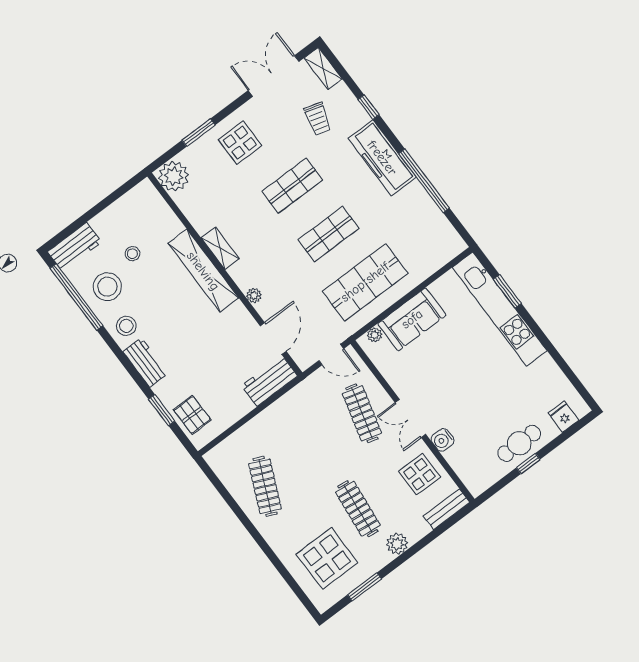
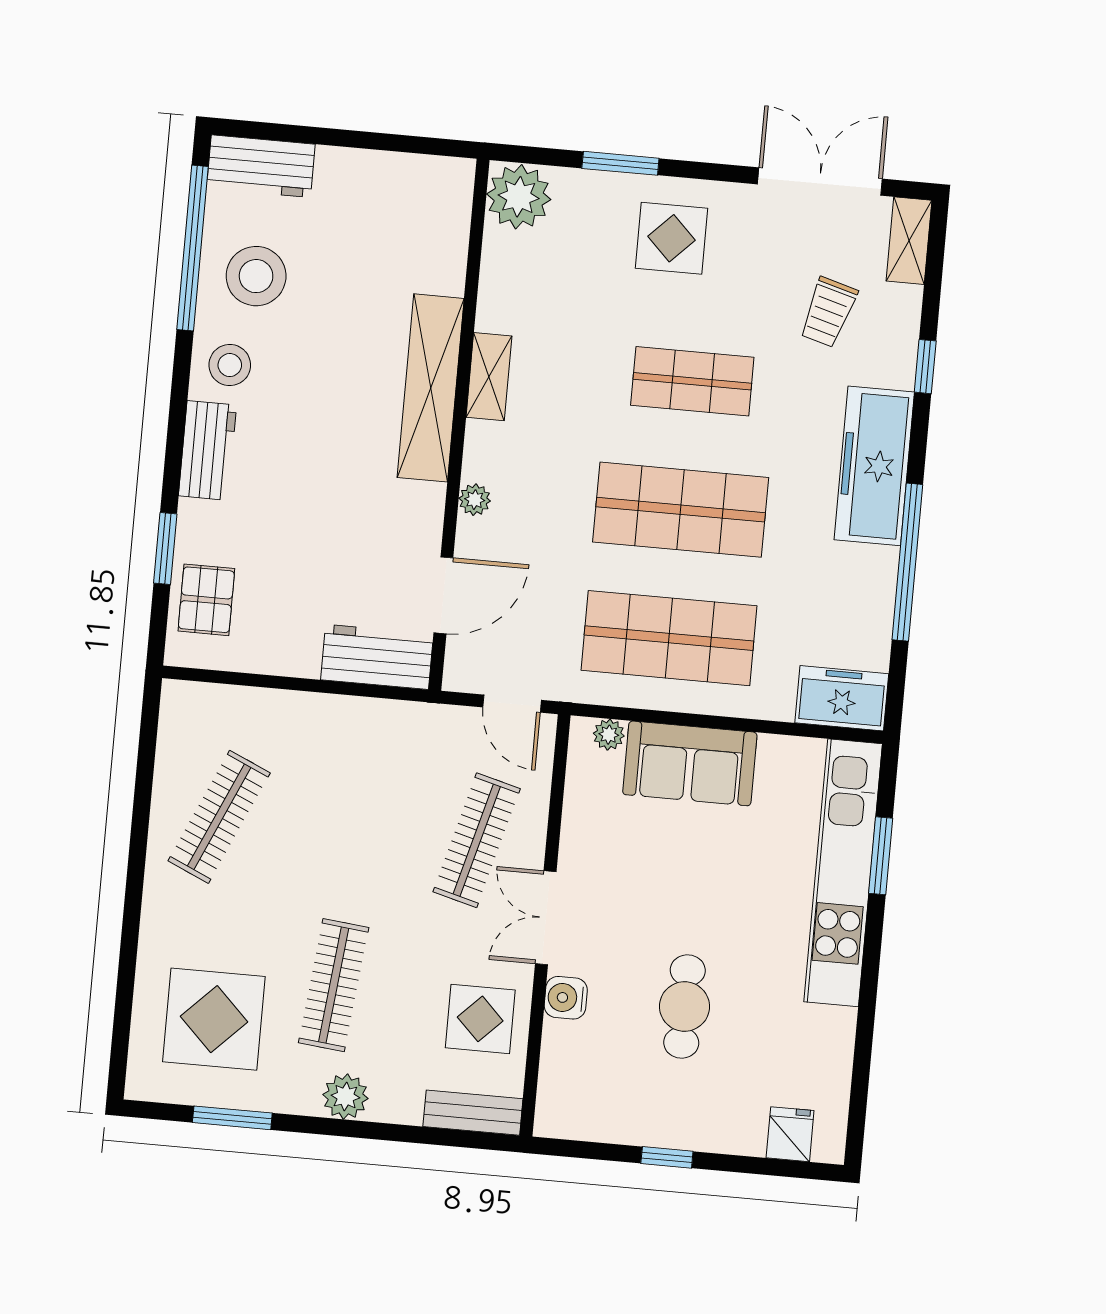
shop shelf: (329, 234) -> (681, 510), width x1.43, depth x1.36
freezer: (444, 249) -> (842, 698), added
stool: (132, 254) -> (343, 260), removed
cafe table: (519, 443) -> (684, 1006), moved, turned 90

